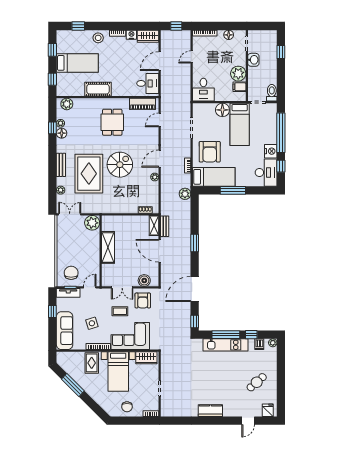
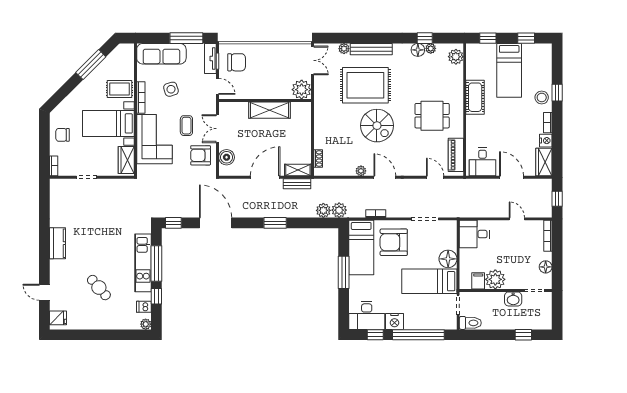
window: (78, 26) -> (557, 93), moved
bench: (61, 165) -> (371, 49), width x1.36
plant: (185, 206) -> (323, 210), added
window: (52, 311) -> (186, 38), width x2.17
cafe table: (257, 382) -> (99, 288), moved

